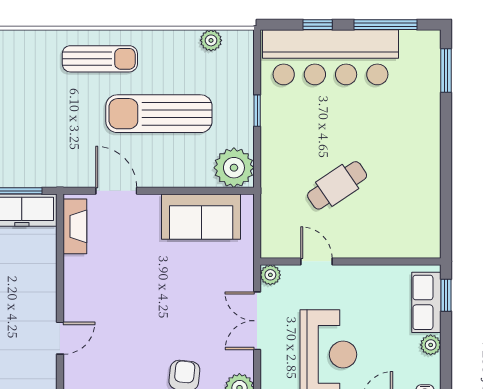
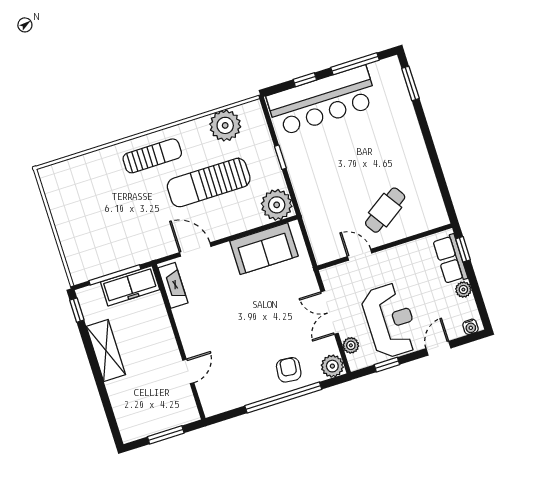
plant: (211, 40) -> (225, 125), width x1.87, depth x1.87
cafe table: (337, 185) -> (385, 210), moved
plant: (270, 275) -> (351, 345), moved

